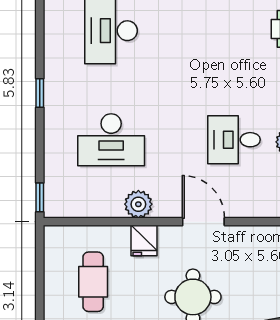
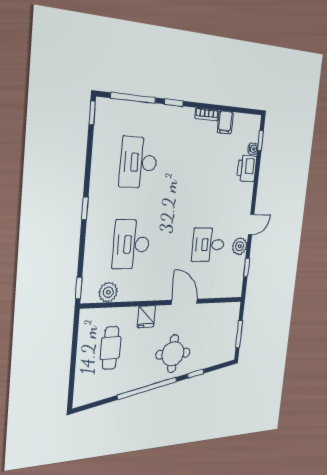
desk: (111, 140) -> (131, 244), turned 90
plant: (138, 204) -> (108, 292), moved

